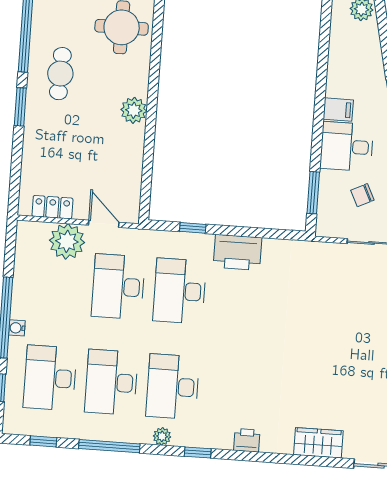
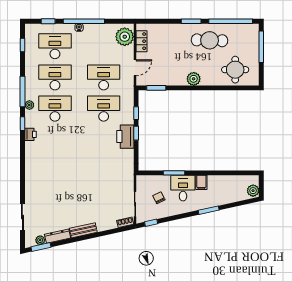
cafe table: (60, 74) -> (210, 40), width x1.37, depth x1.35
window: (146, 185) -> (156, 88), added
window: (313, 193) -> (174, 173), moved
window: (232, 231) -> (136, 133), added
plant: (67, 241) -> (125, 37), moved
printer: (247, 440) -> (30, 134), moved
wardrobe: (318, 443) -> (32, 184), removed
window: (109, 446) -> (22, 91), moved

